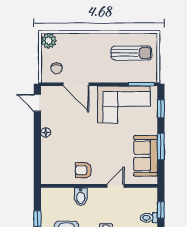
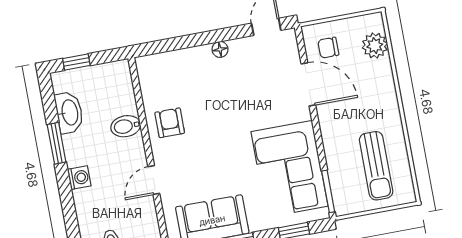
plant: (49, 41) -> (375, 46), moved
door: (76, 84) -> (308, 84), swing flipped
door: (116, 186) -> (154, 180), swing flipped

